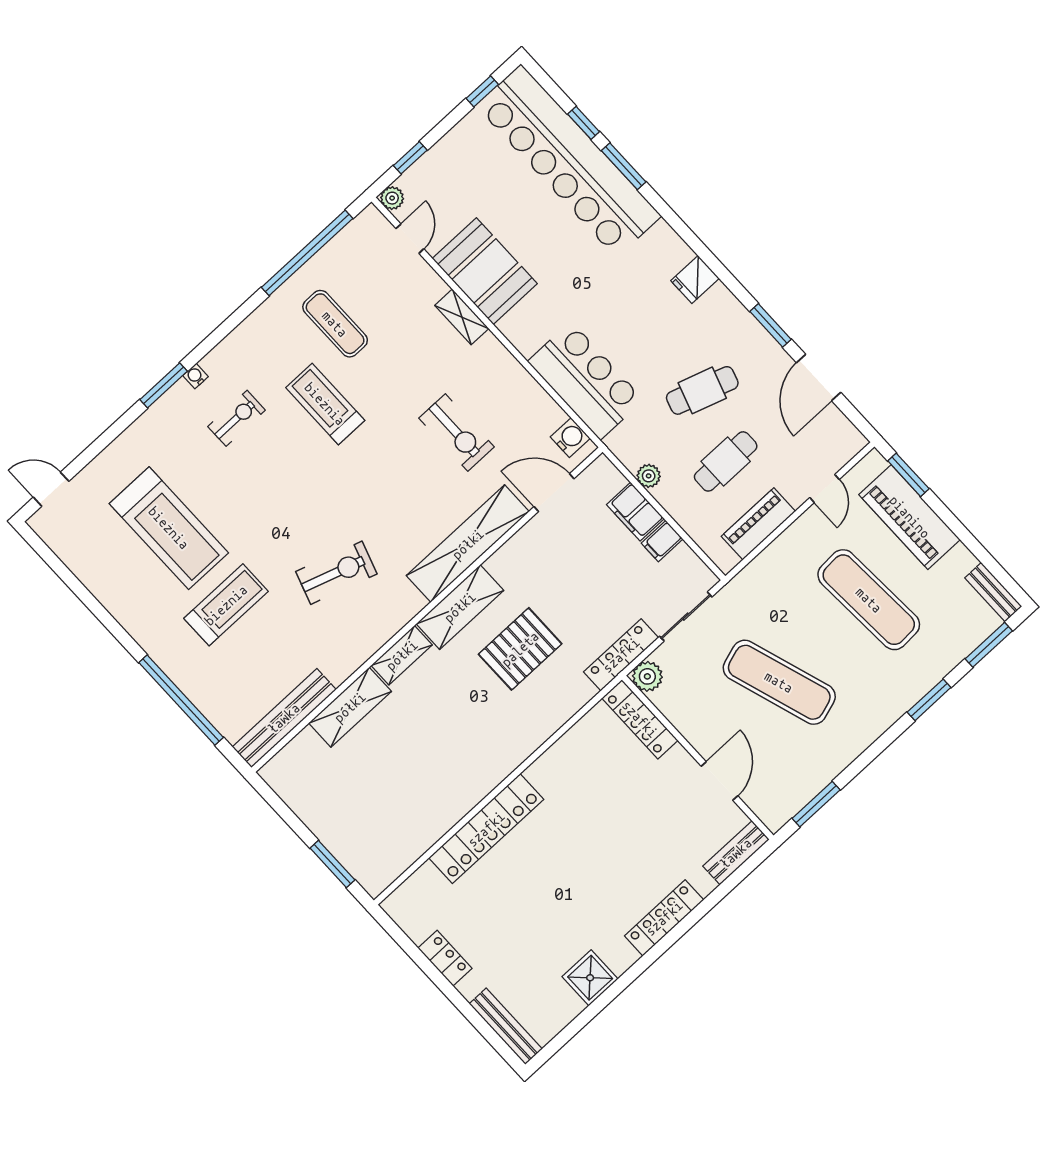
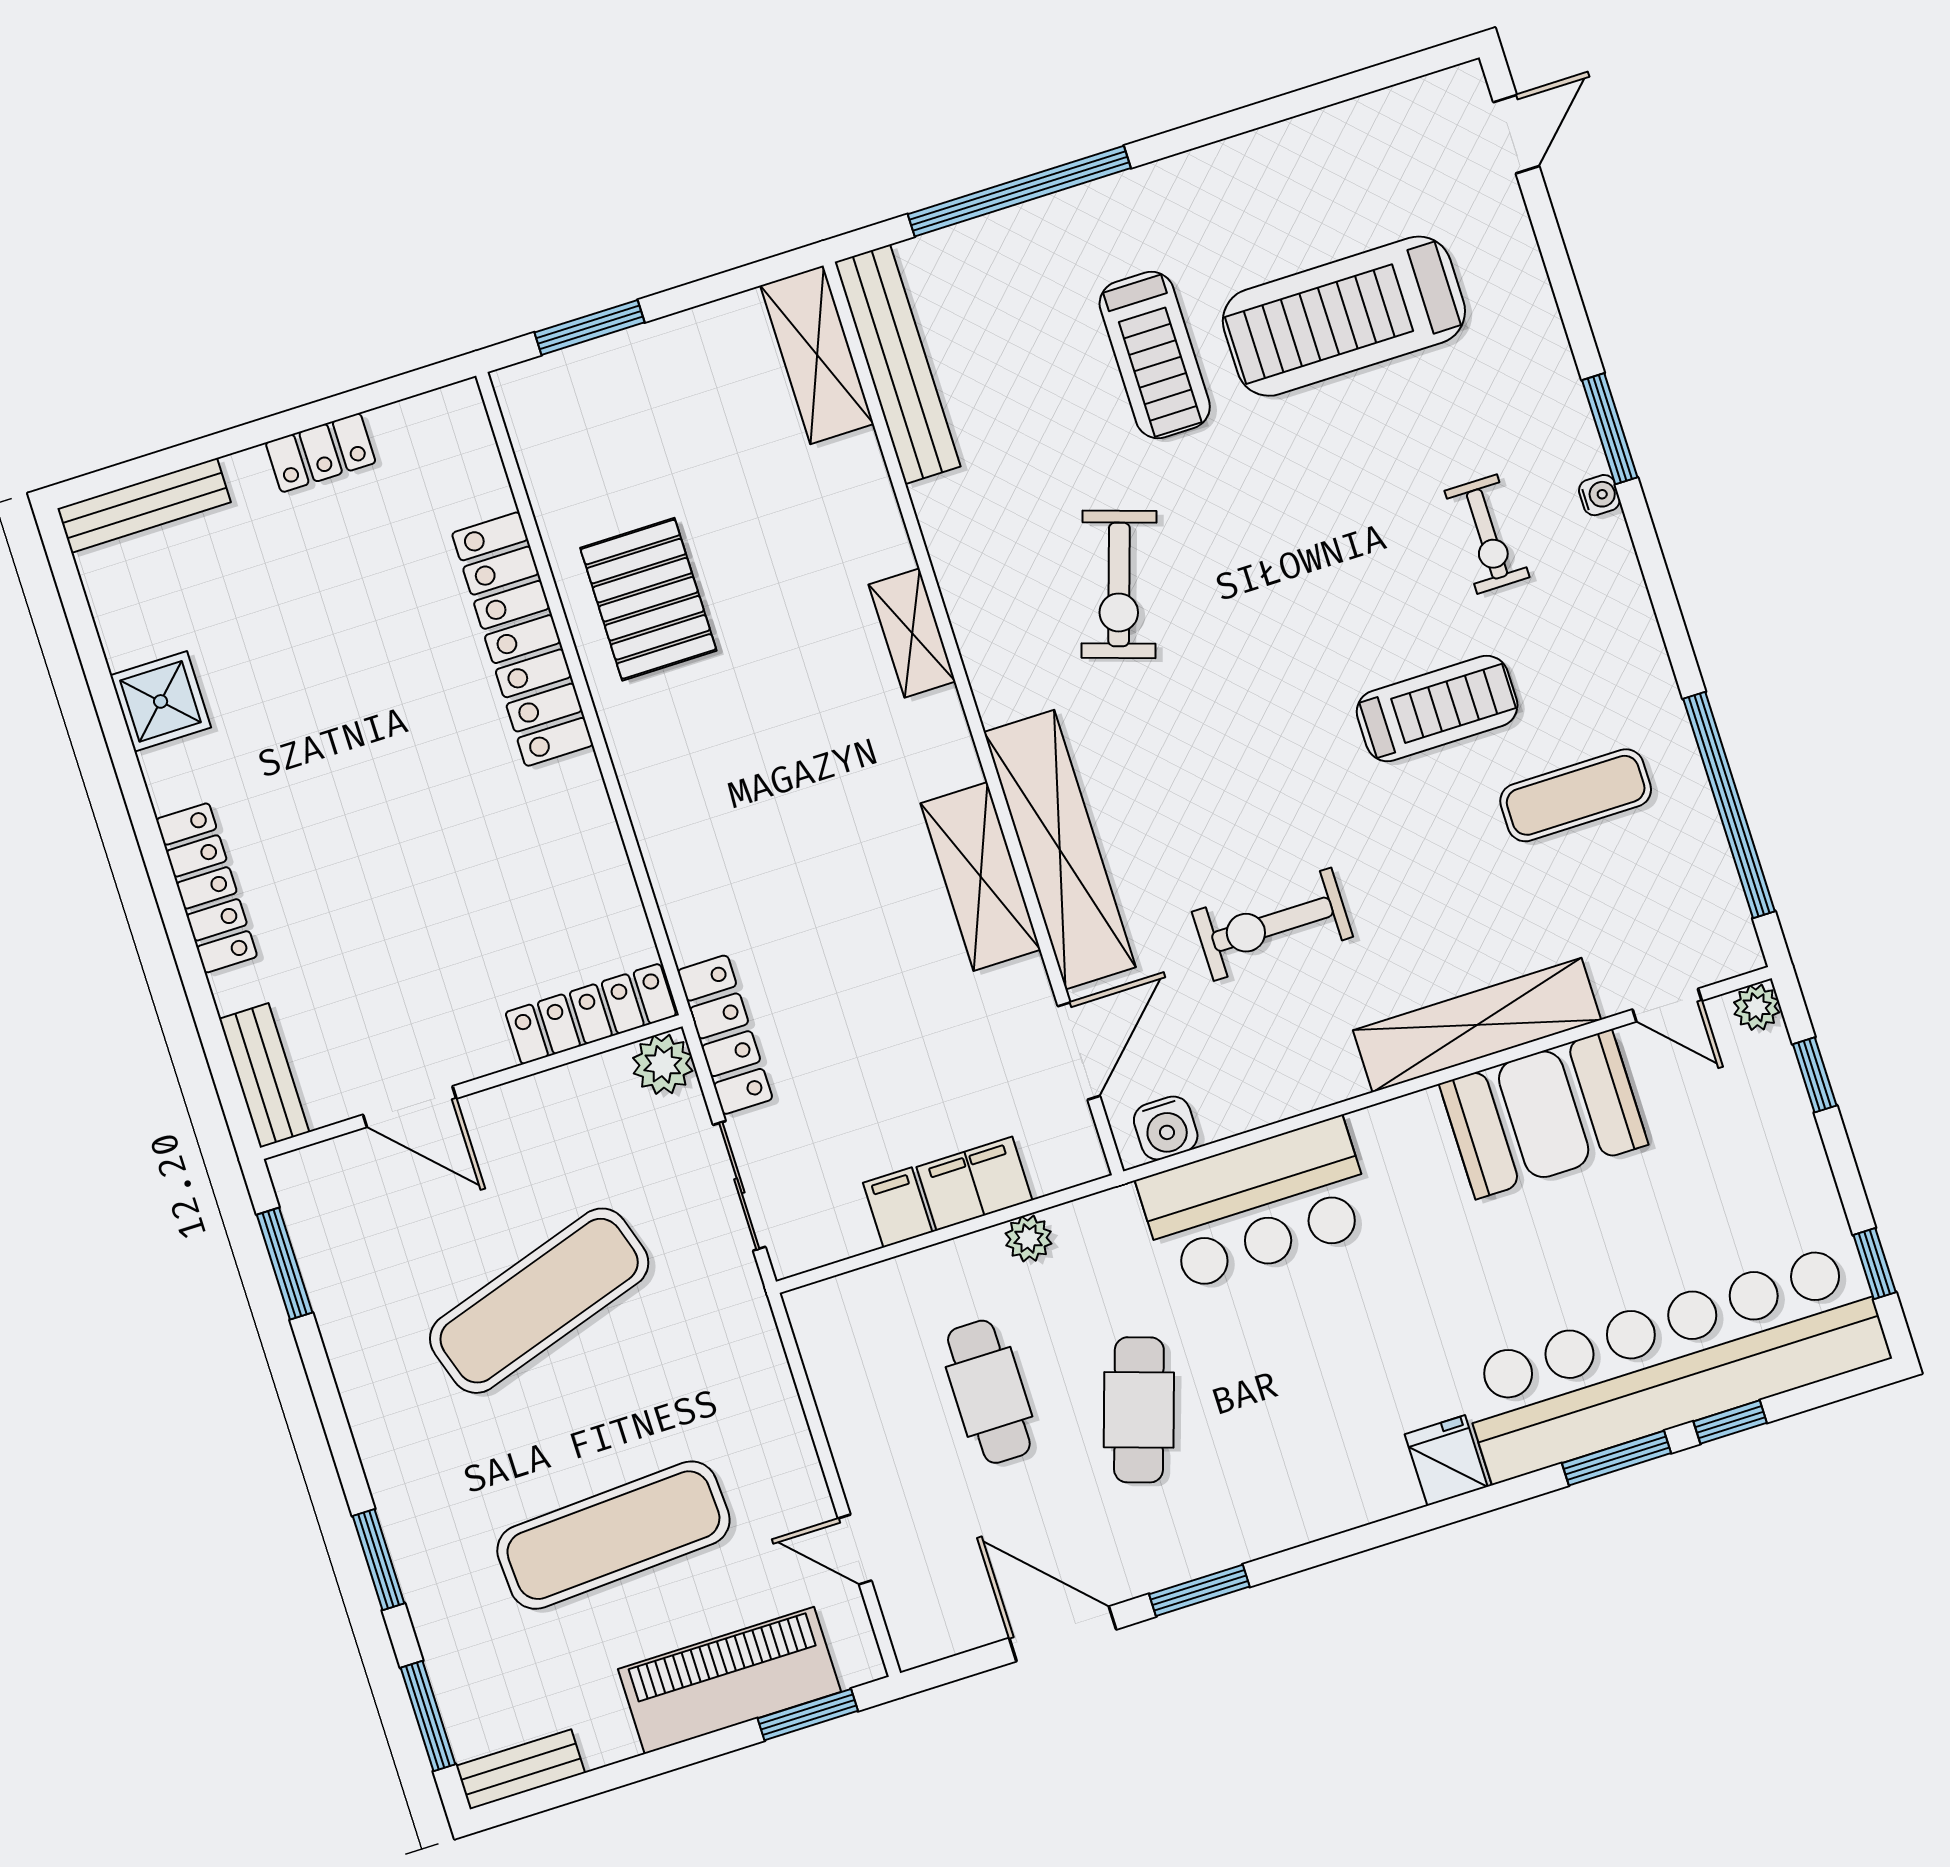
fridge: (695, 280) -> (1446, 1460), moved
shelving: (462, 317) -> (1477, 1025), width x2.20, depth x1.33
piano: (758, 524) -> (847, 1398), removed
shelving: (460, 607) -> (981, 877), moved
pallet: (520, 649) -> (648, 599), moved
shelving: (350, 707) -> (817, 355), moved

